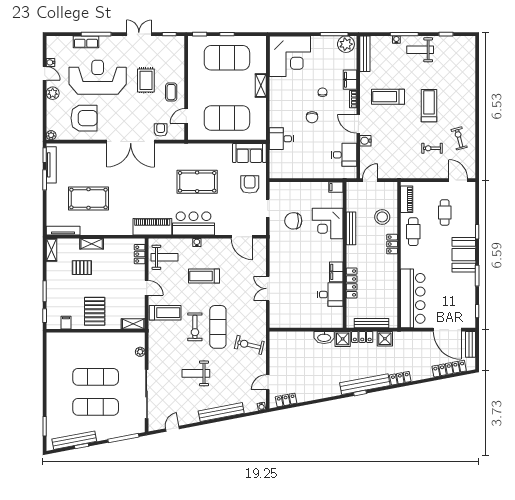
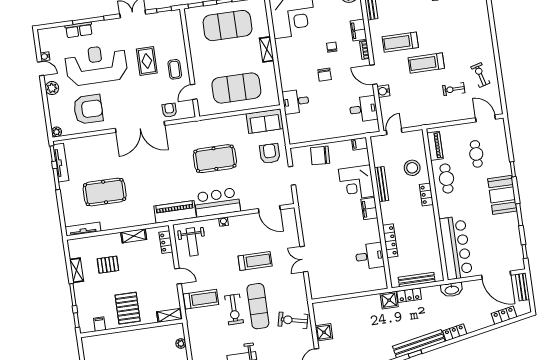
treadmill: (429, 106) -> (426, 63), moved, turned -90
chair: (293, 221) -> (320, 155), moved
shelving: (92, 244) -> (134, 236), moved
shelving: (51, 250) -> (77, 270), moved
weight bench: (164, 257) -> (192, 242), turned 90
filing cabinet: (336, 272) -> (369, 209), moved
treadmill: (204, 276) -> (255, 261), moved, turned 180
washbasin: (324, 337) -> (452, 290), moved
shower: (385, 339) -> (324, 332), moved
locker: (449, 369) -> (504, 315), width x0.66

